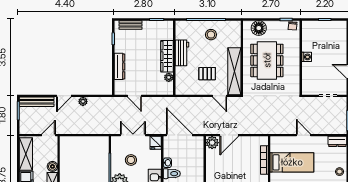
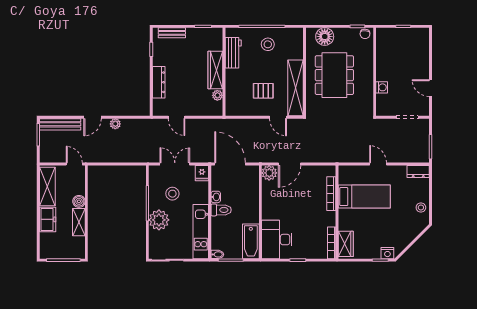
workbench: (182, 53) -> (233, 53), moved
washing machine: (307, 57) -> (382, 87), moved
door: (48, 135) -> (74, 164), hinge flipped

